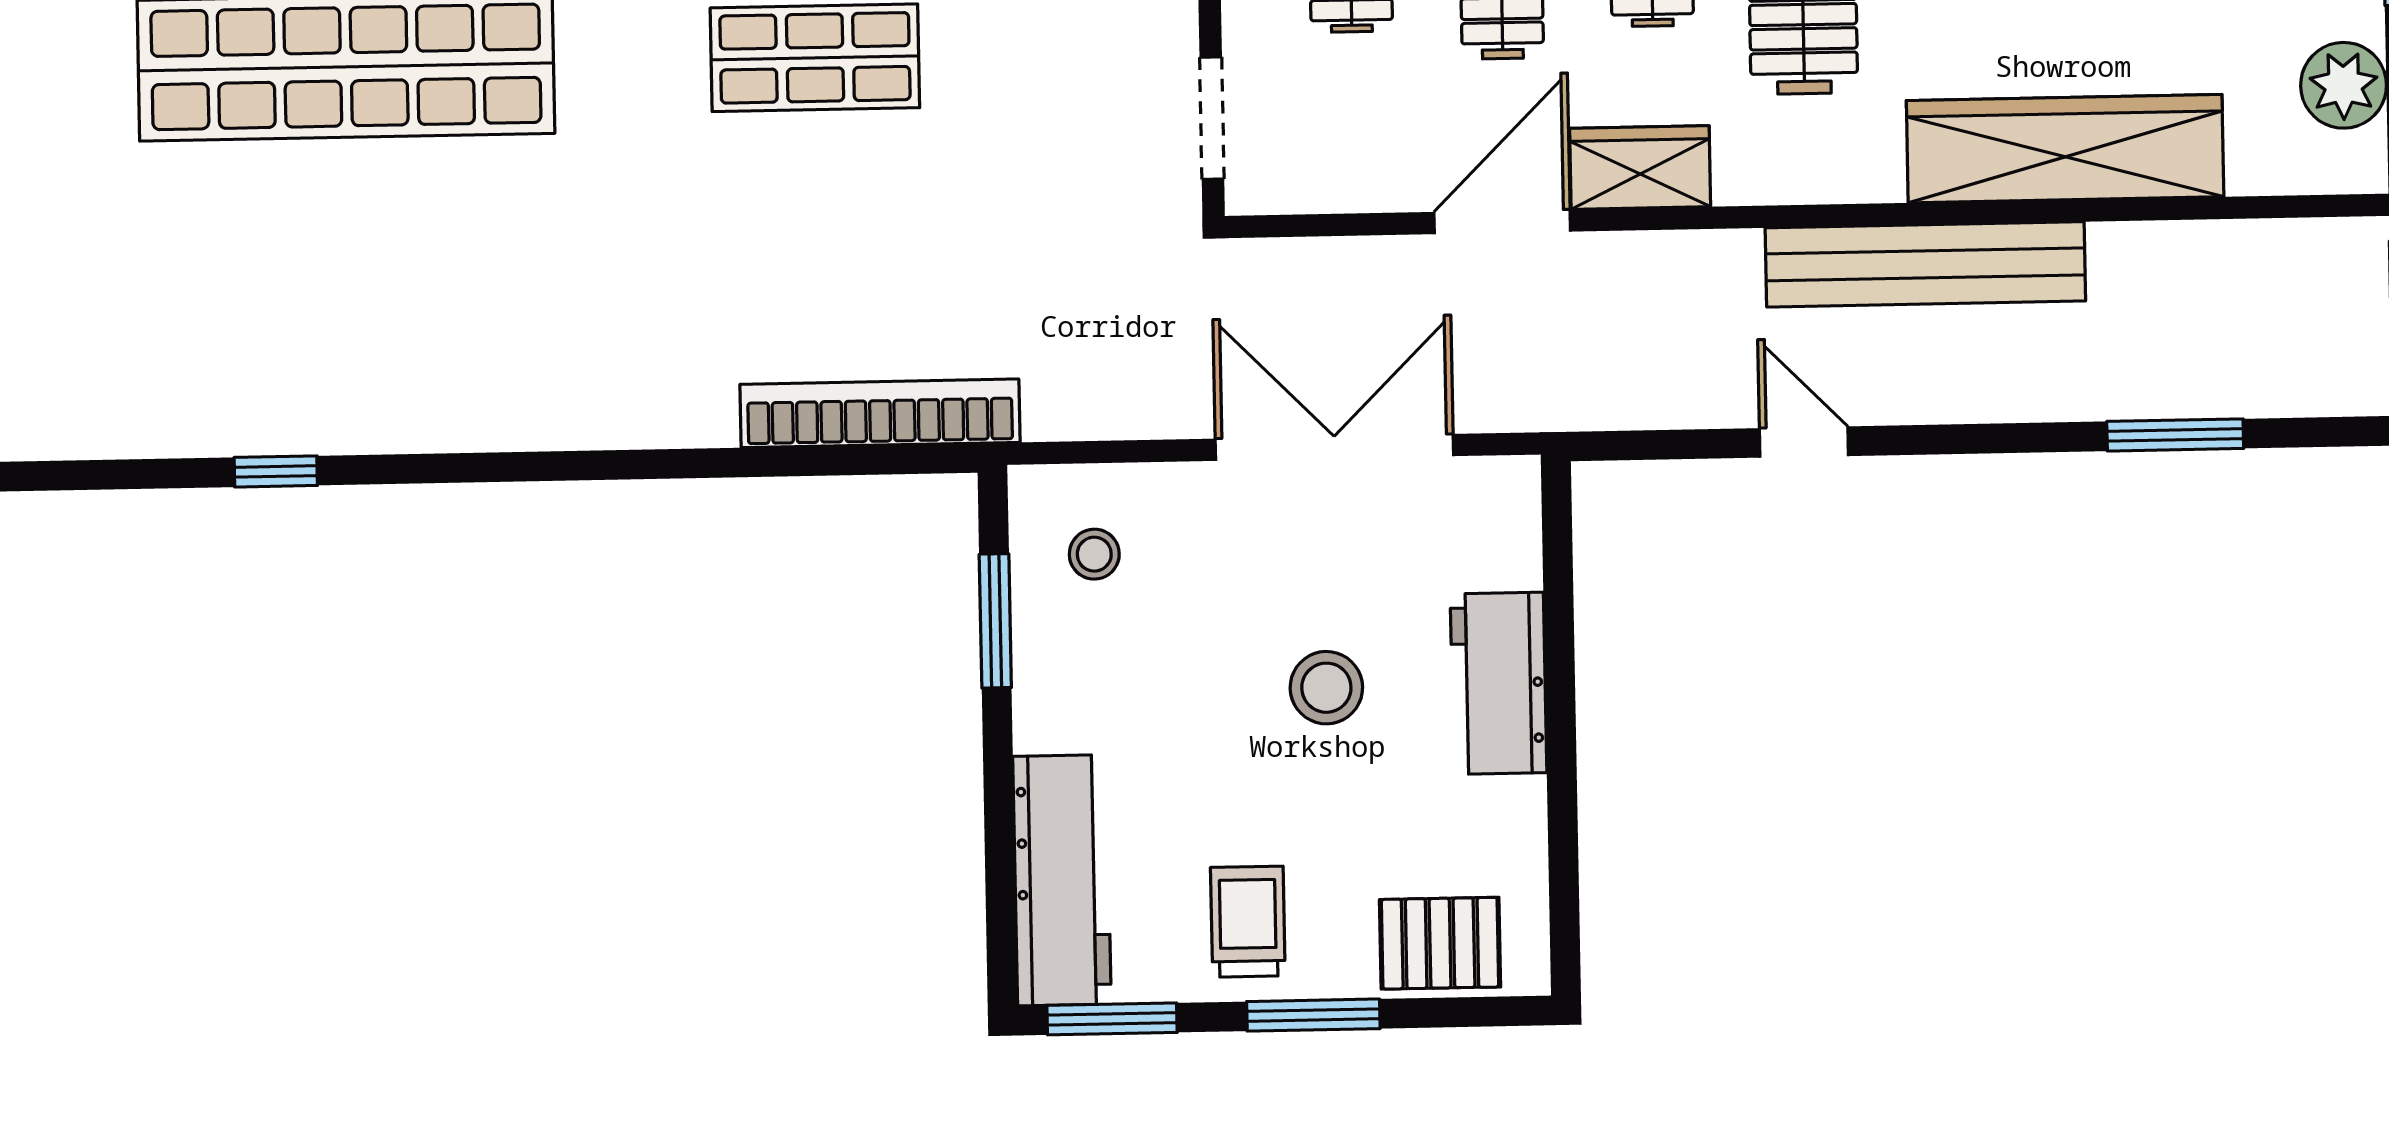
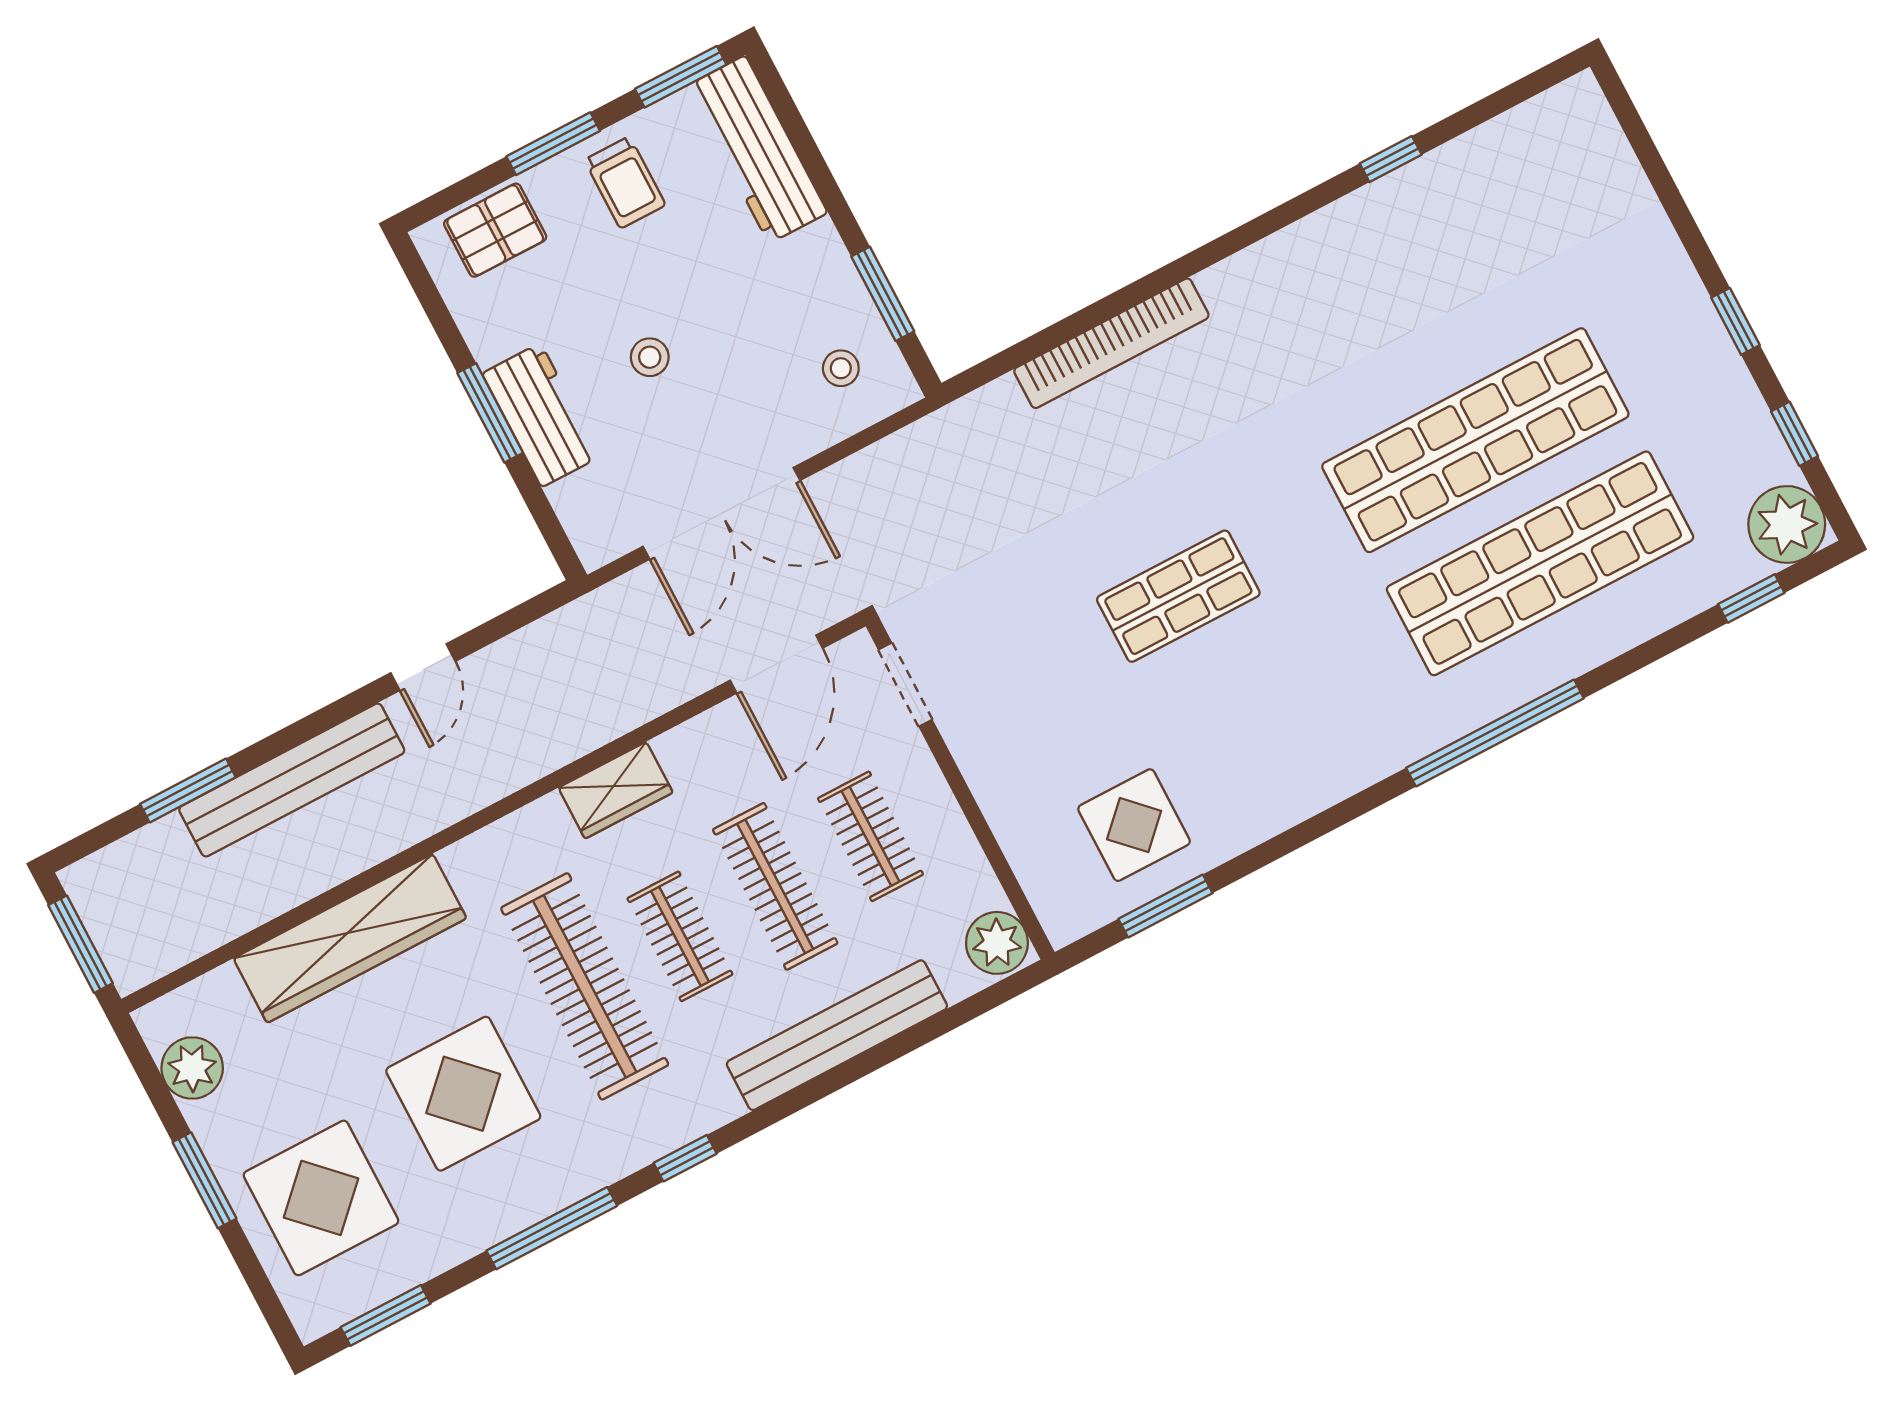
door: (1502, 222) -> (776, 664), moved
bench: (1925, 264) -> (292, 780), moved
bookcase: (880, 413) -> (1111, 343), moved
door: (1804, 442) -> (423, 667), hinge flipped
stool: (1326, 688) -> (650, 357), width x0.73, depth x0.73
window: (1561, 718) -> (490, 413), added

